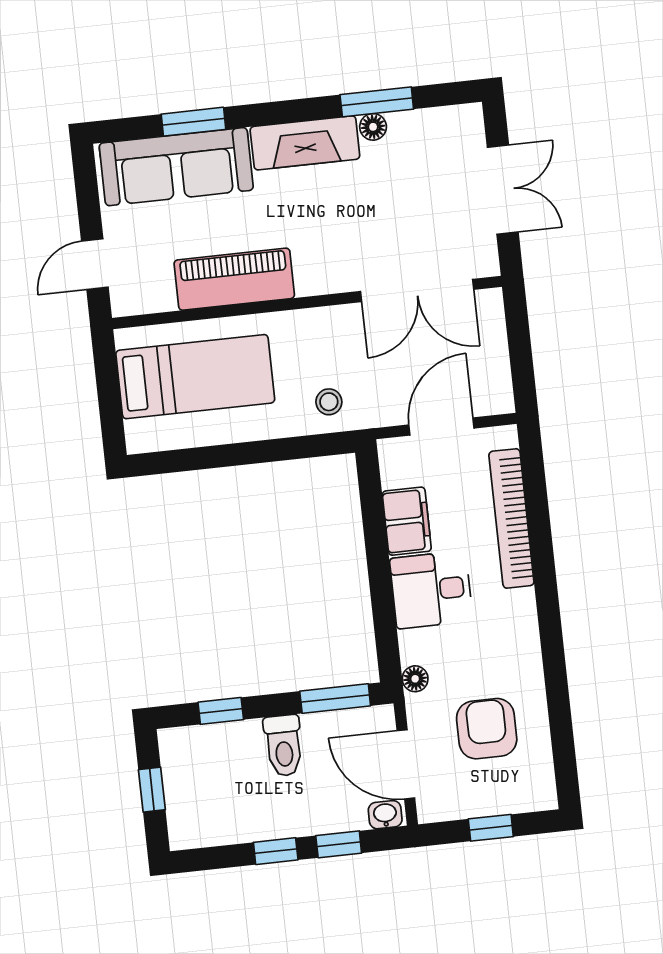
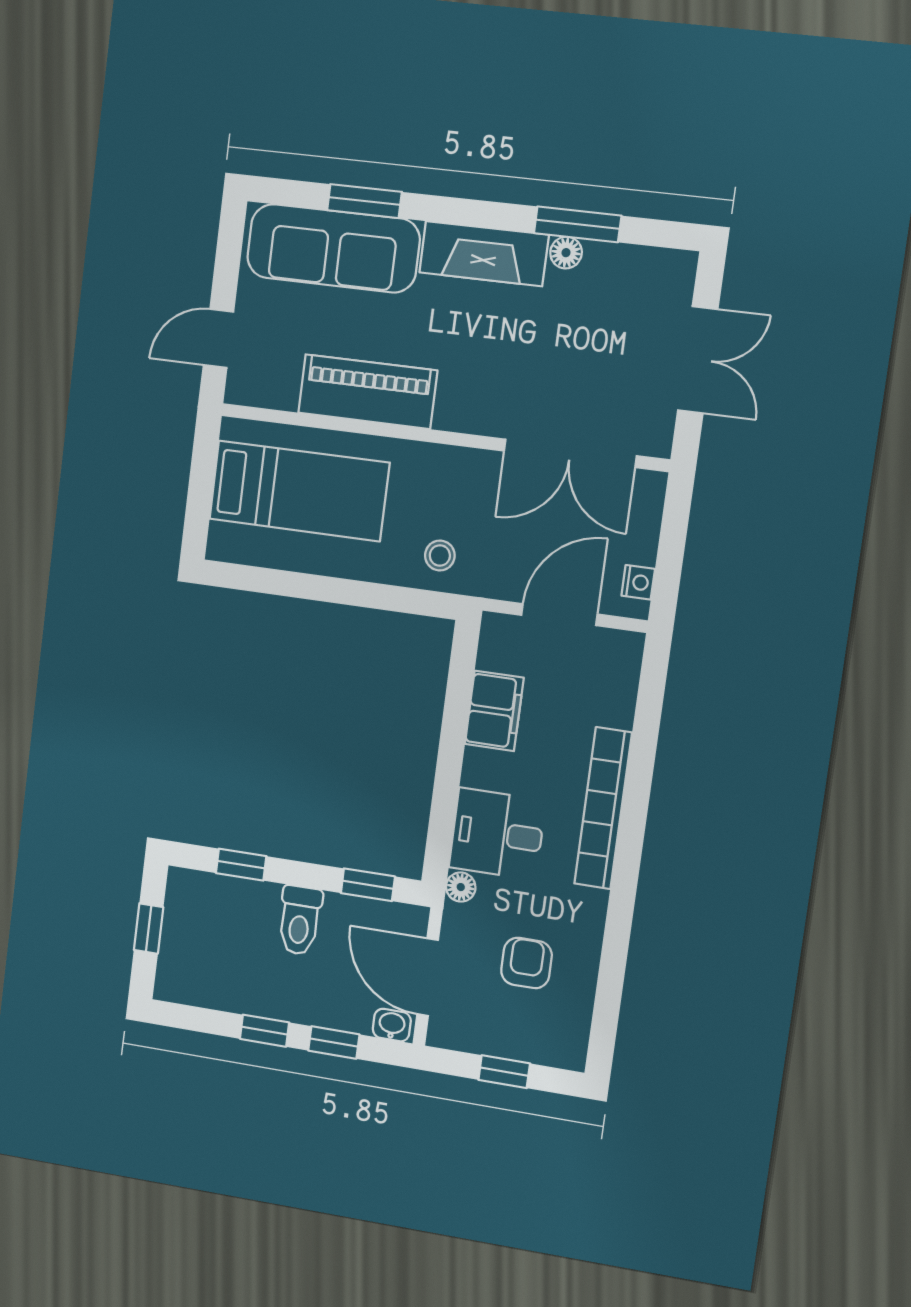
nightstand: (500, 383) -> (638, 582), added
bookcase: (511, 518) -> (603, 808), moved
desk: (431, 590) -> (497, 834), moved
window: (335, 698) -> (368, 885), width x0.67
armchair: (487, 729) -> (526, 963), width x0.72, depth x0.72

